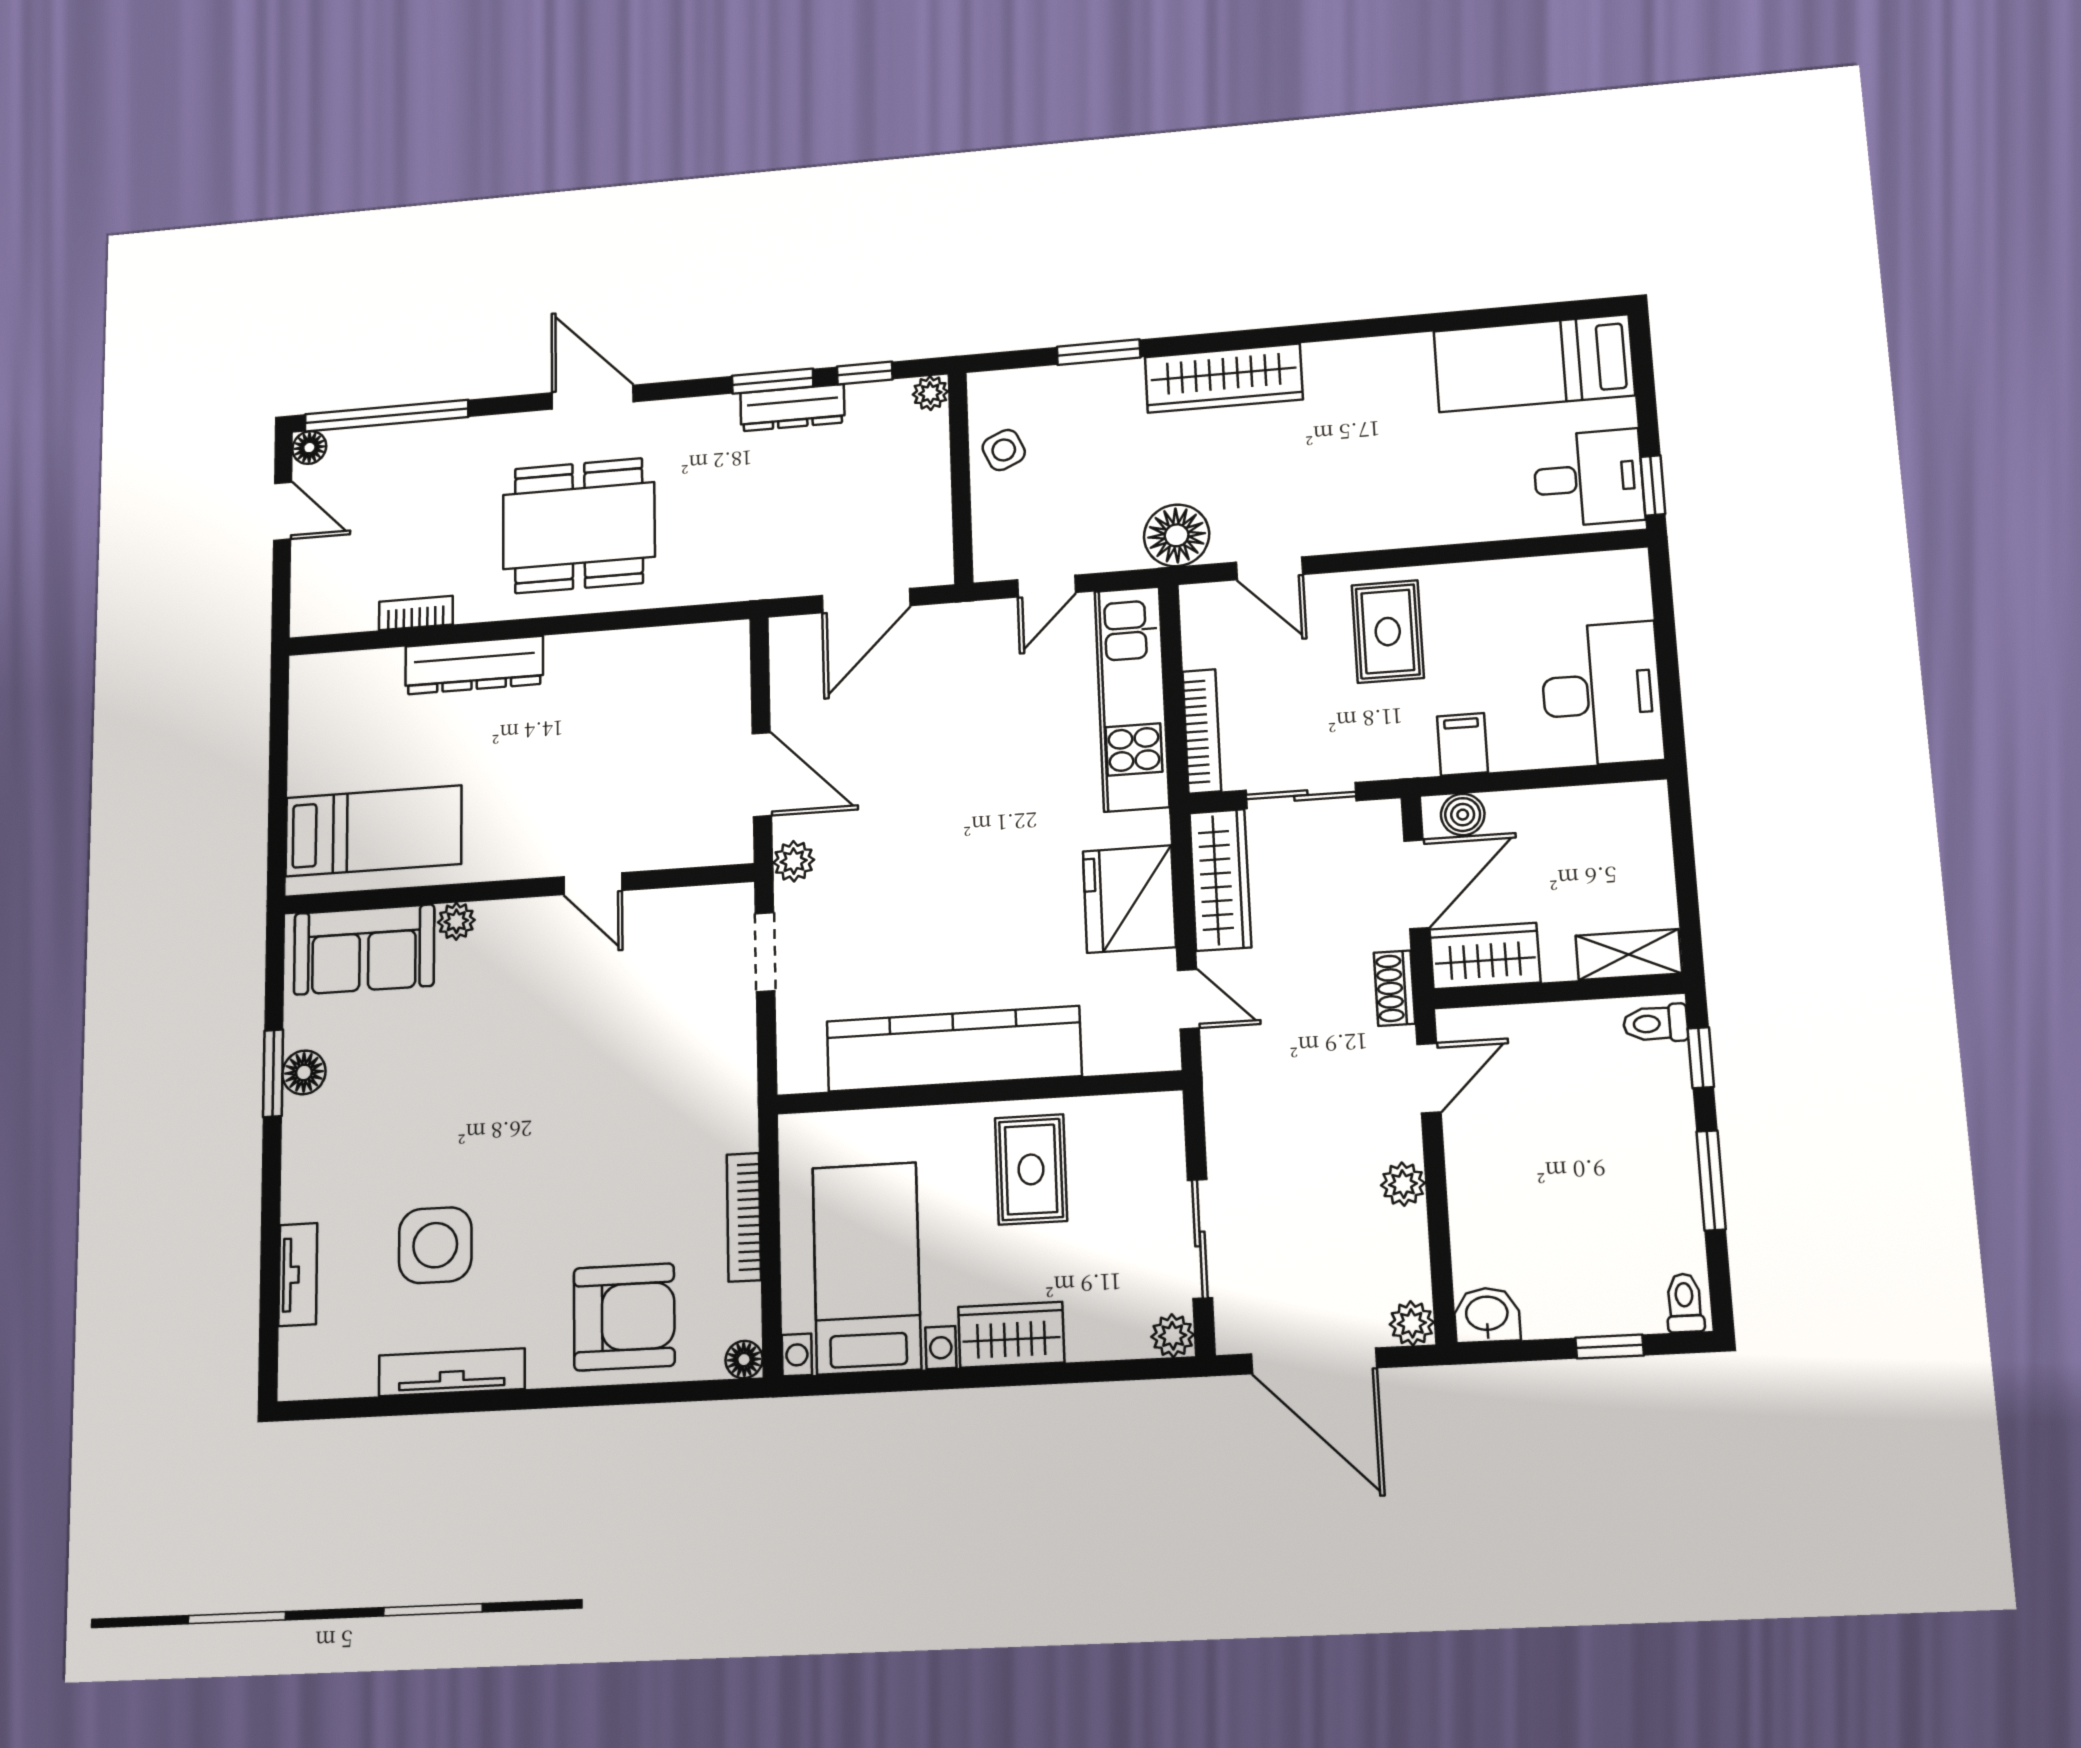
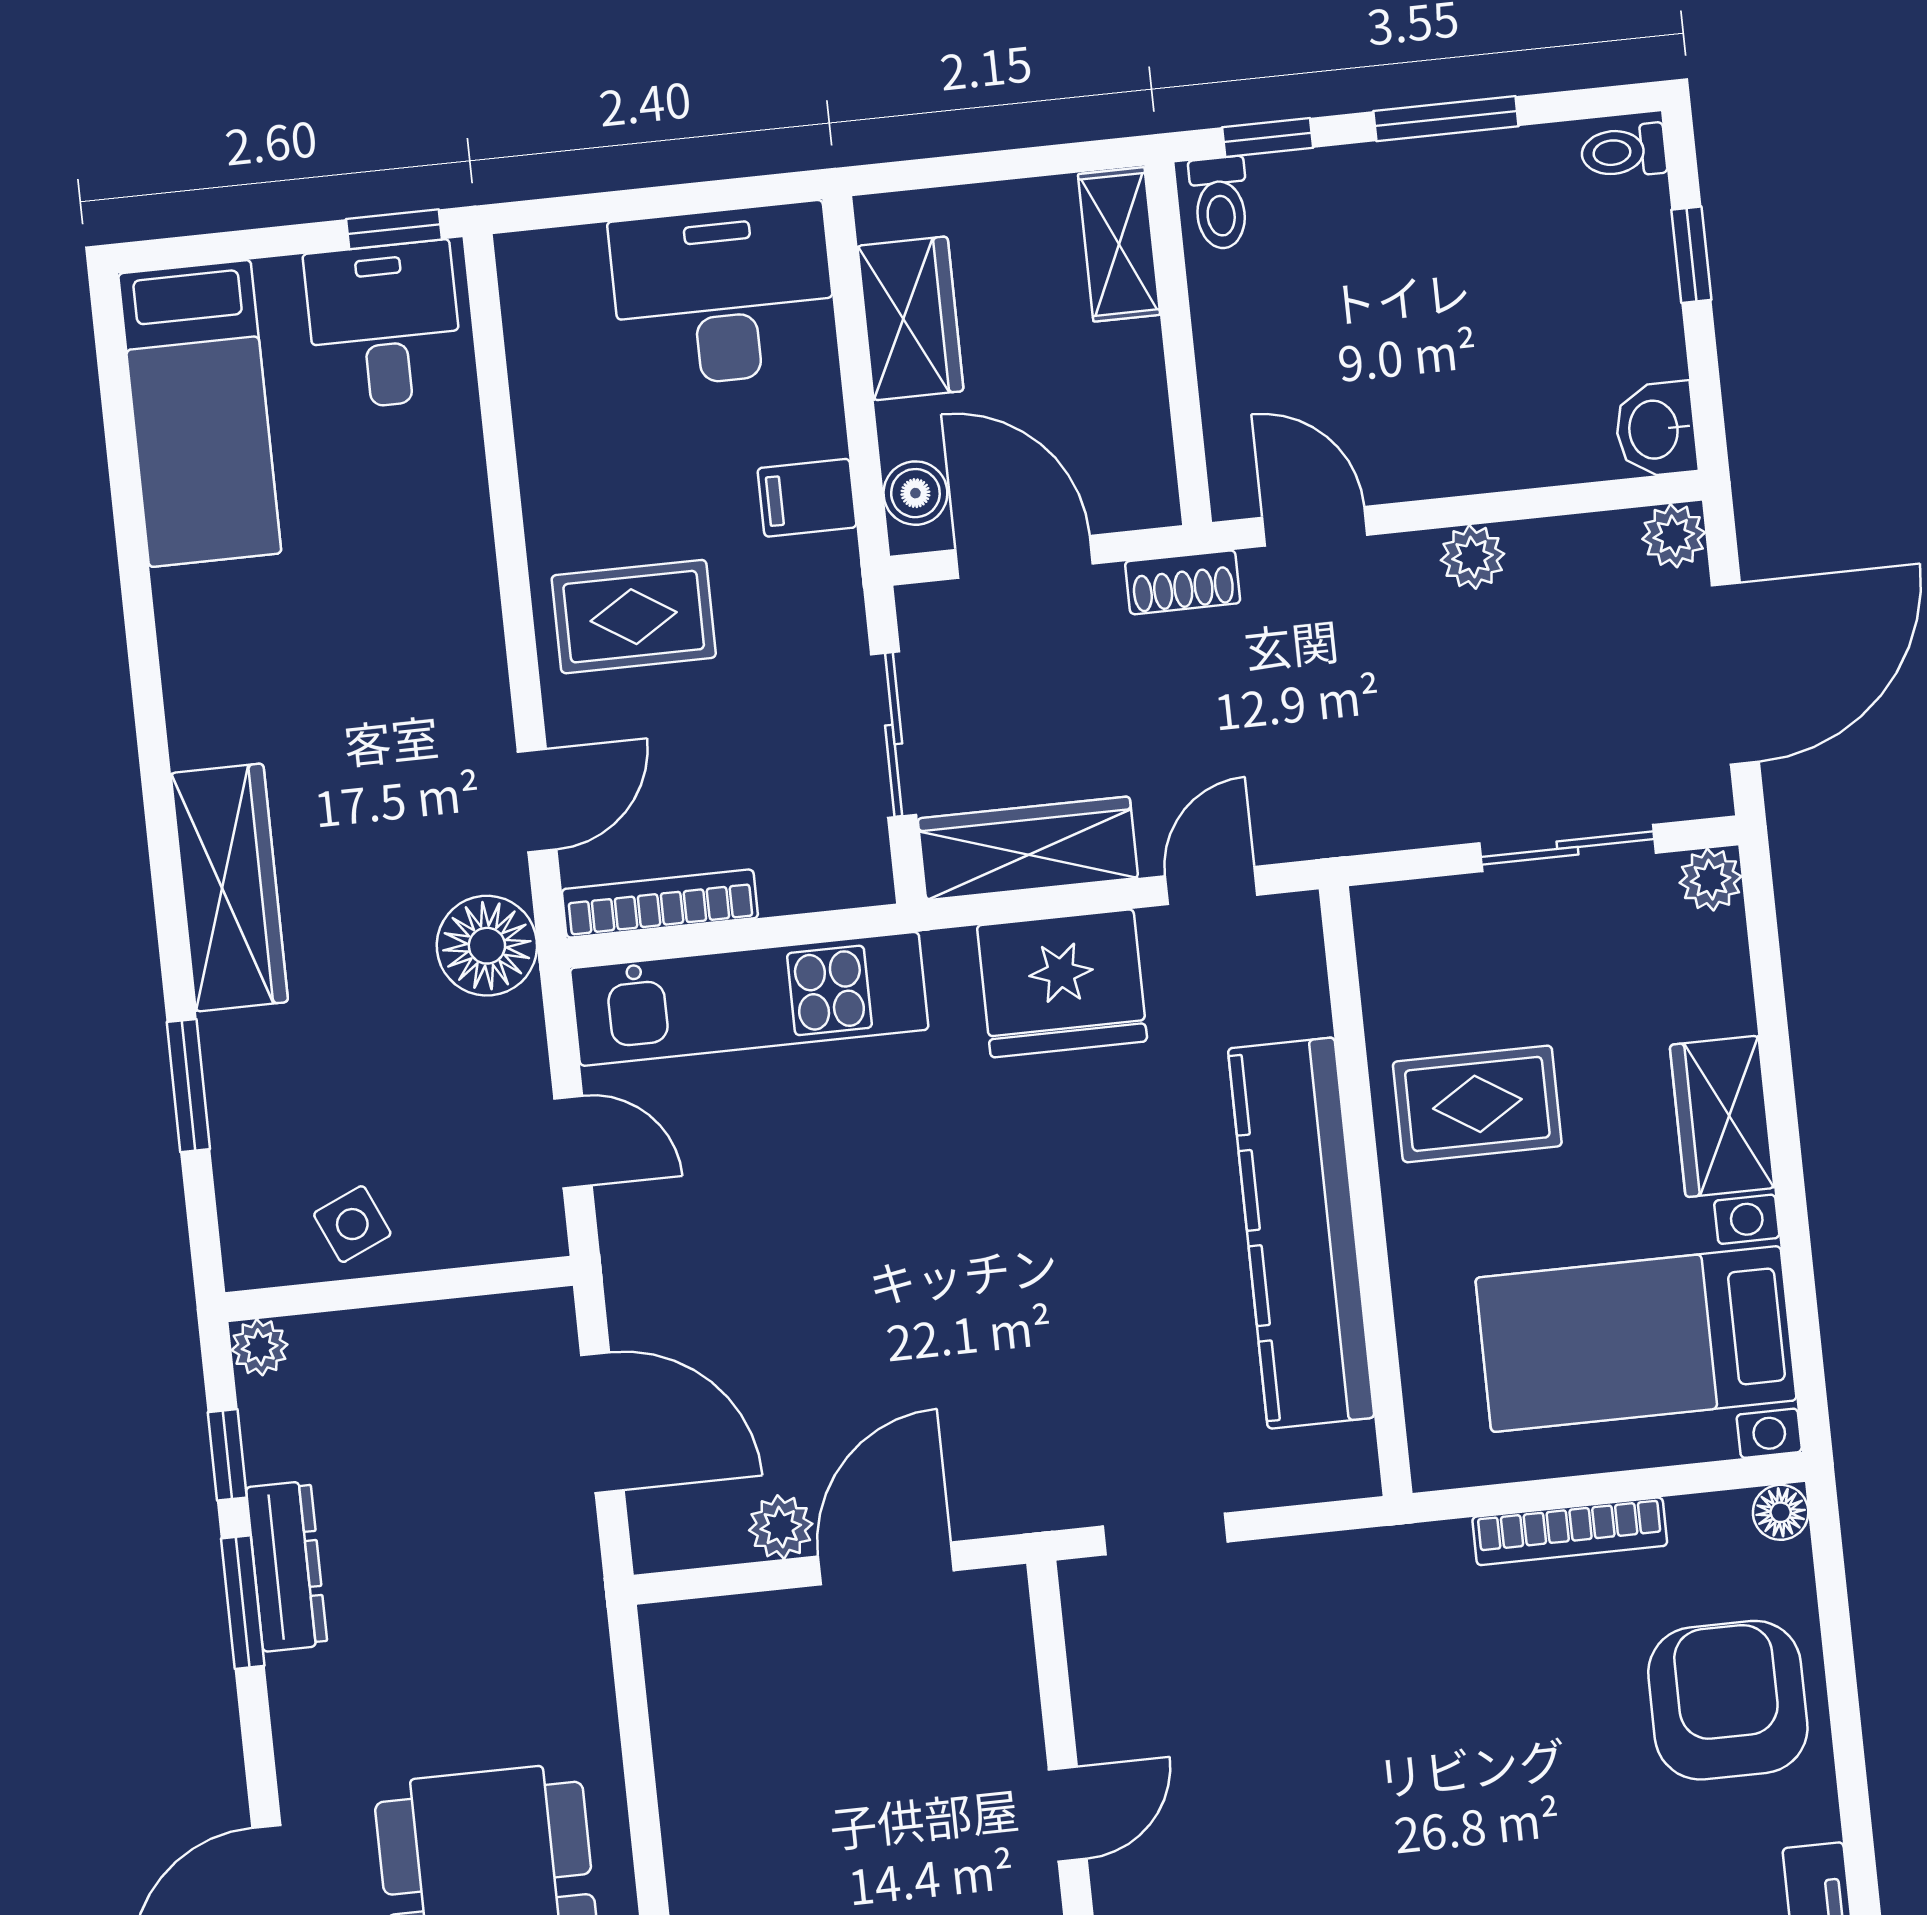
bookcase: (1202, 731) -> (660, 904), moved
plant: (794, 861) -> (781, 1527), moved
wardrobe: (1485, 956) -> (911, 318), moved, turned 180

